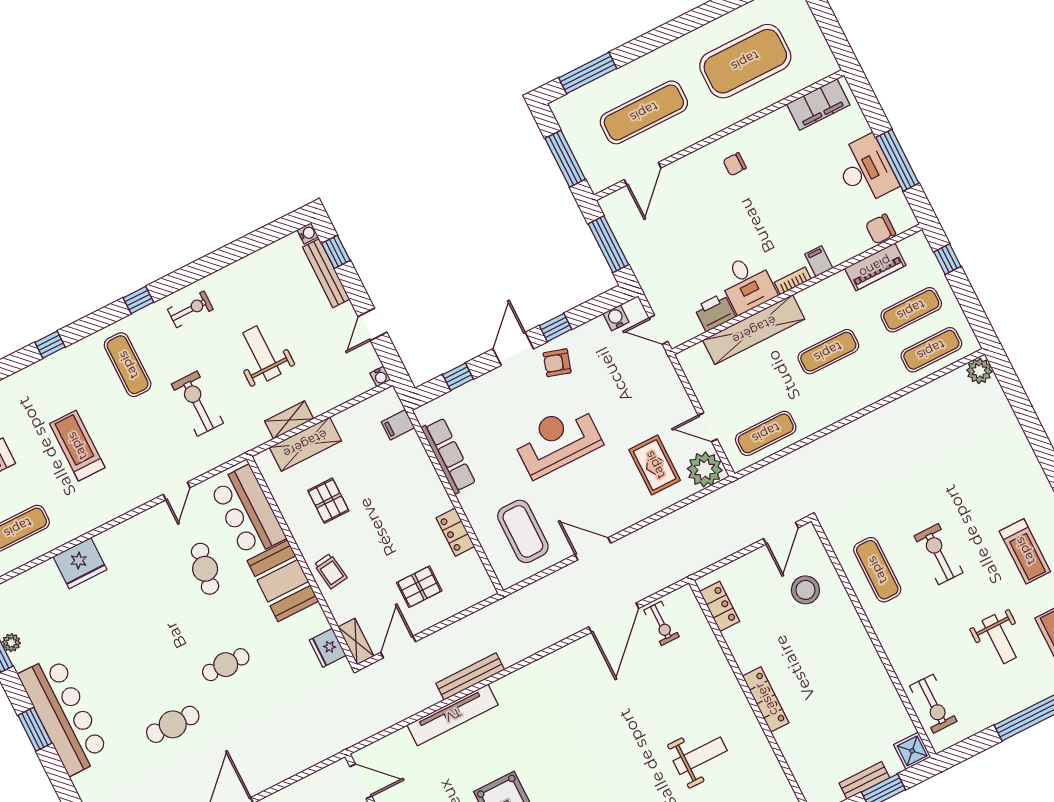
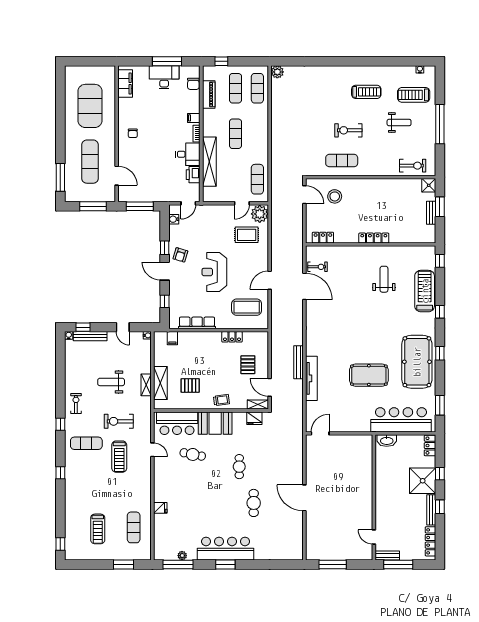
treadmill: (77, 446) -> (119, 457), moved, turned -90
fridge: (80, 563) -> (160, 508), width x0.53, depth x0.75

